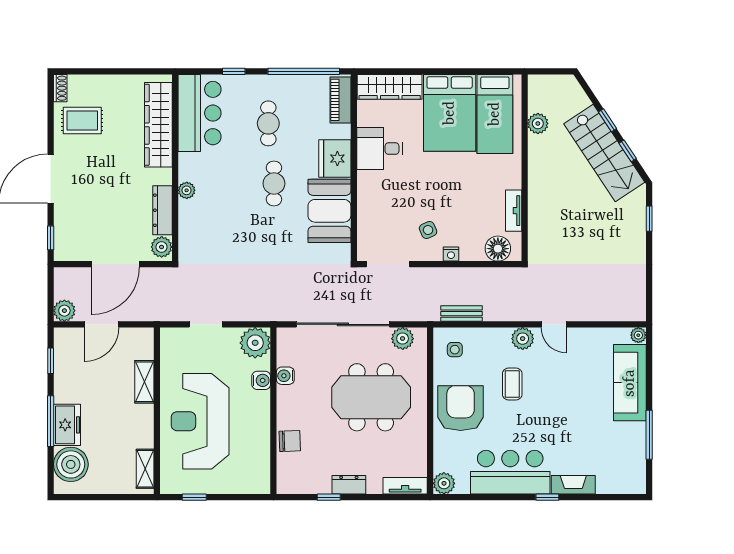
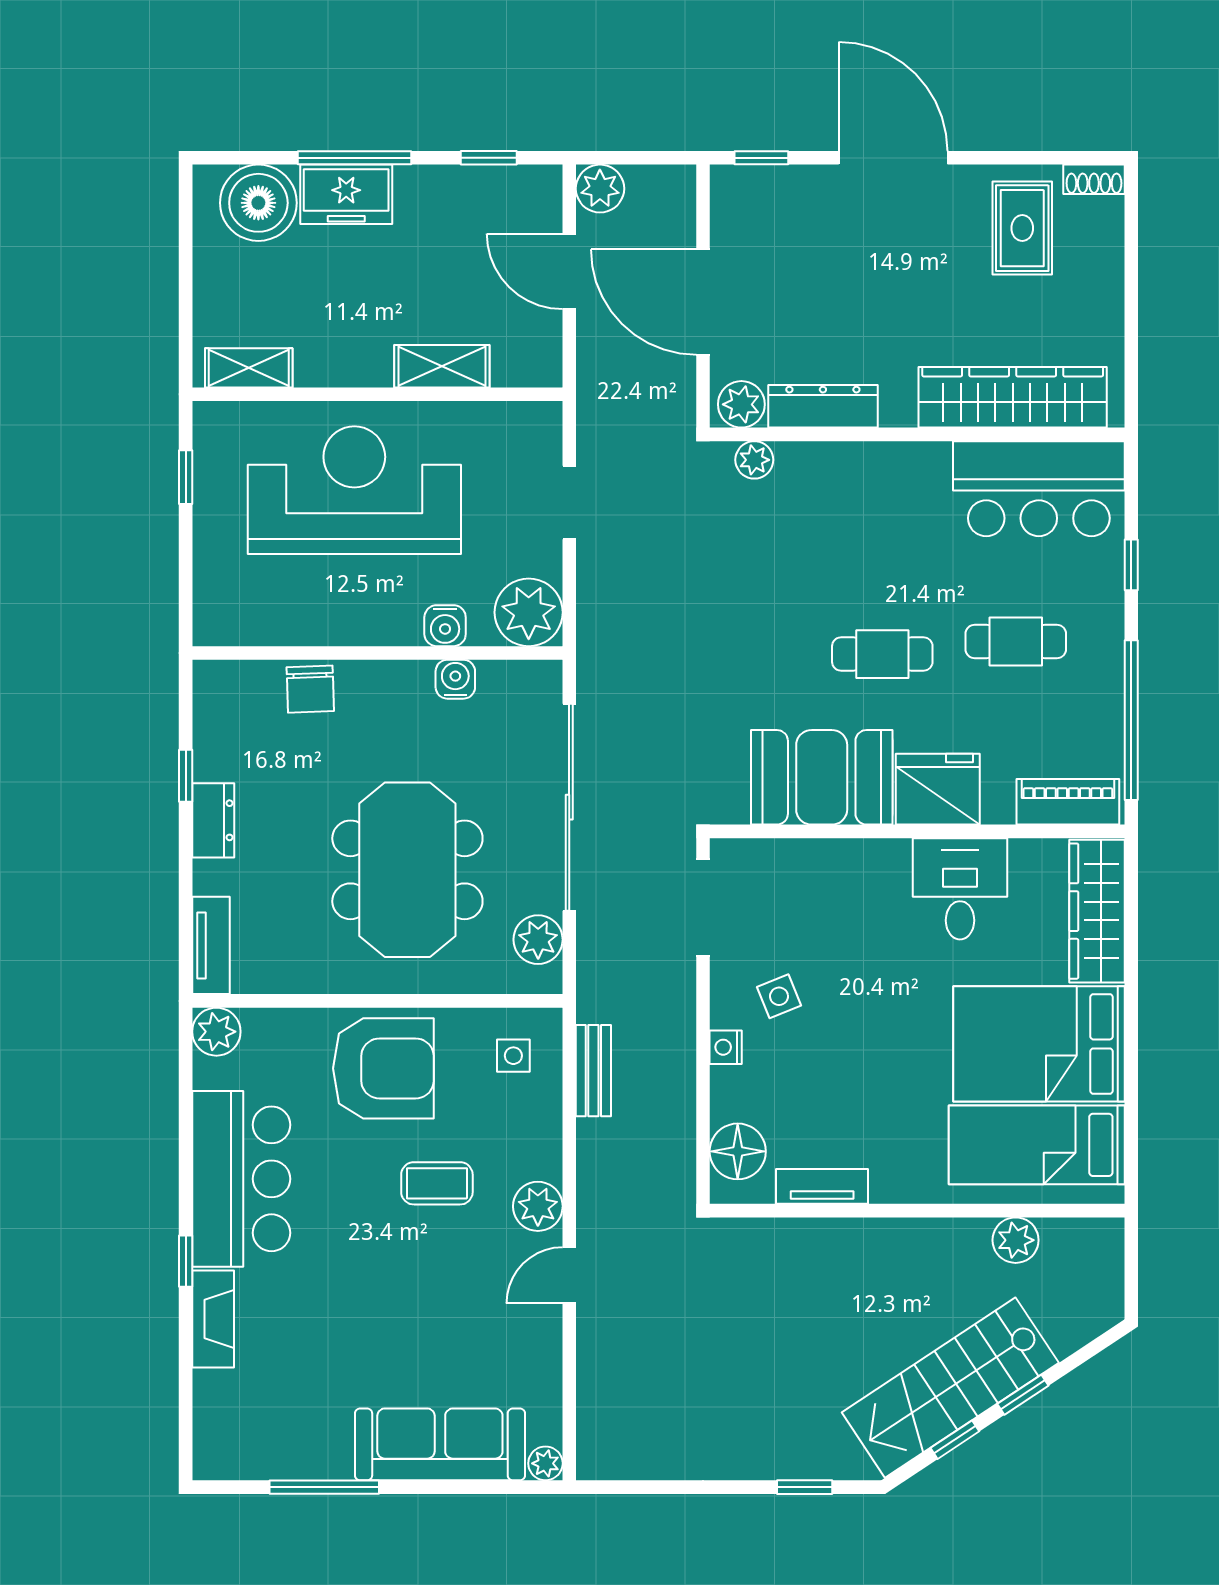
plant: (187, 190) -> (754, 460), moved

